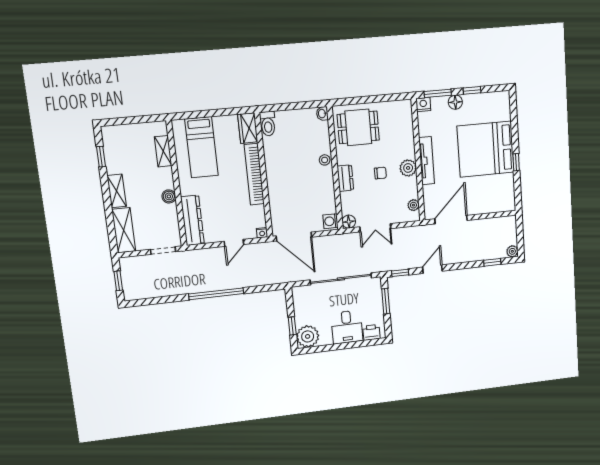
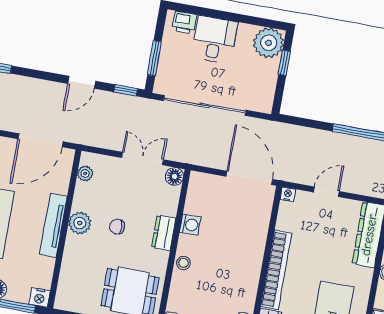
washing machine: (330, 221) -> (190, 225), moved

